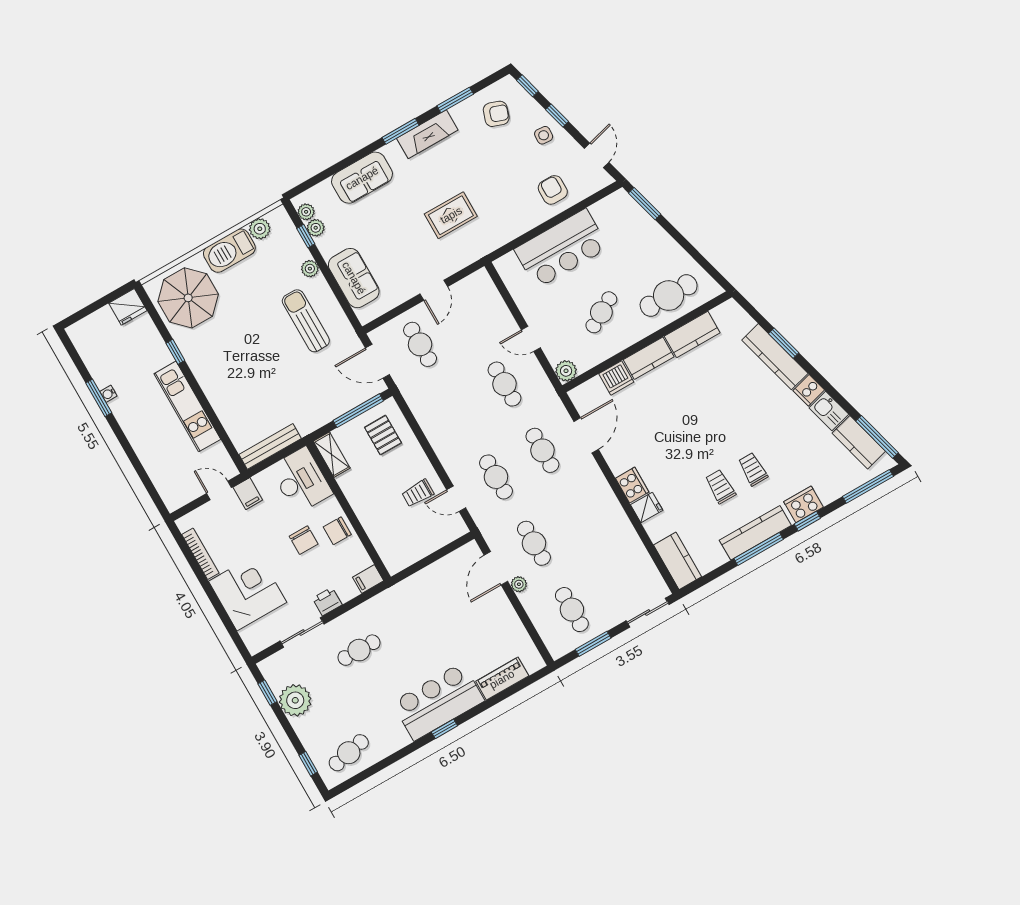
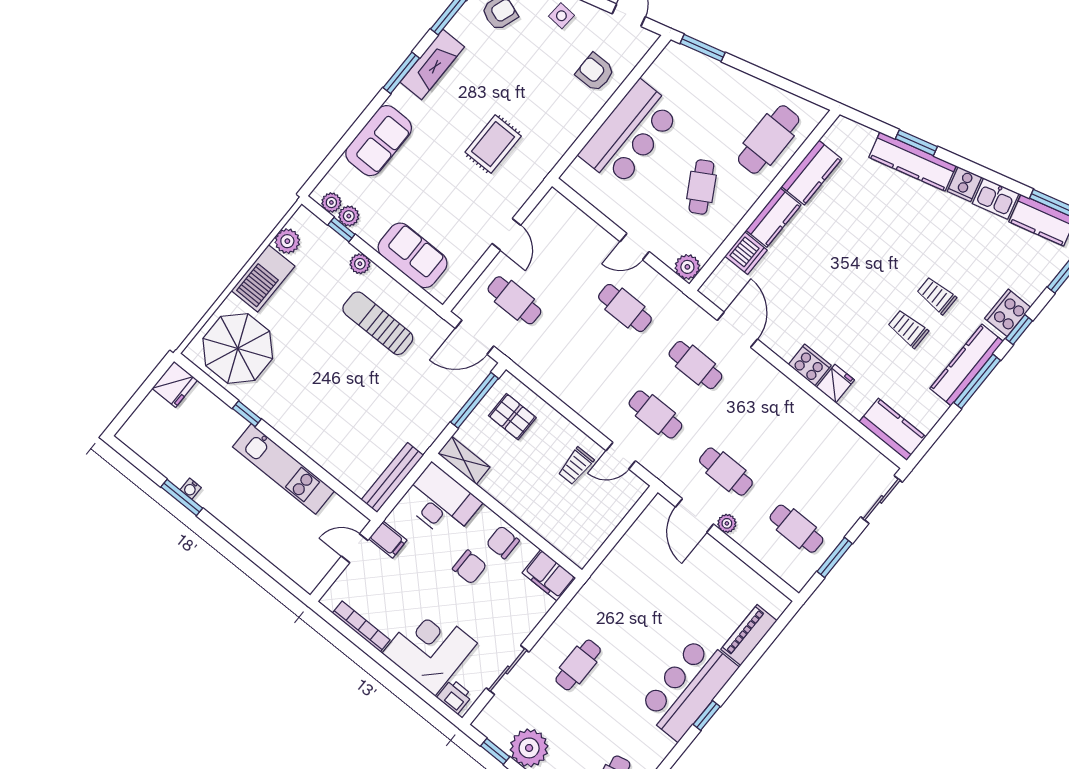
chair: (337, 531) -> (503, 542), turned 90
filing cabinet: (368, 579) -> (549, 575), width x2.00
printer: (327, 601) -> (455, 696), moved, turned 90

